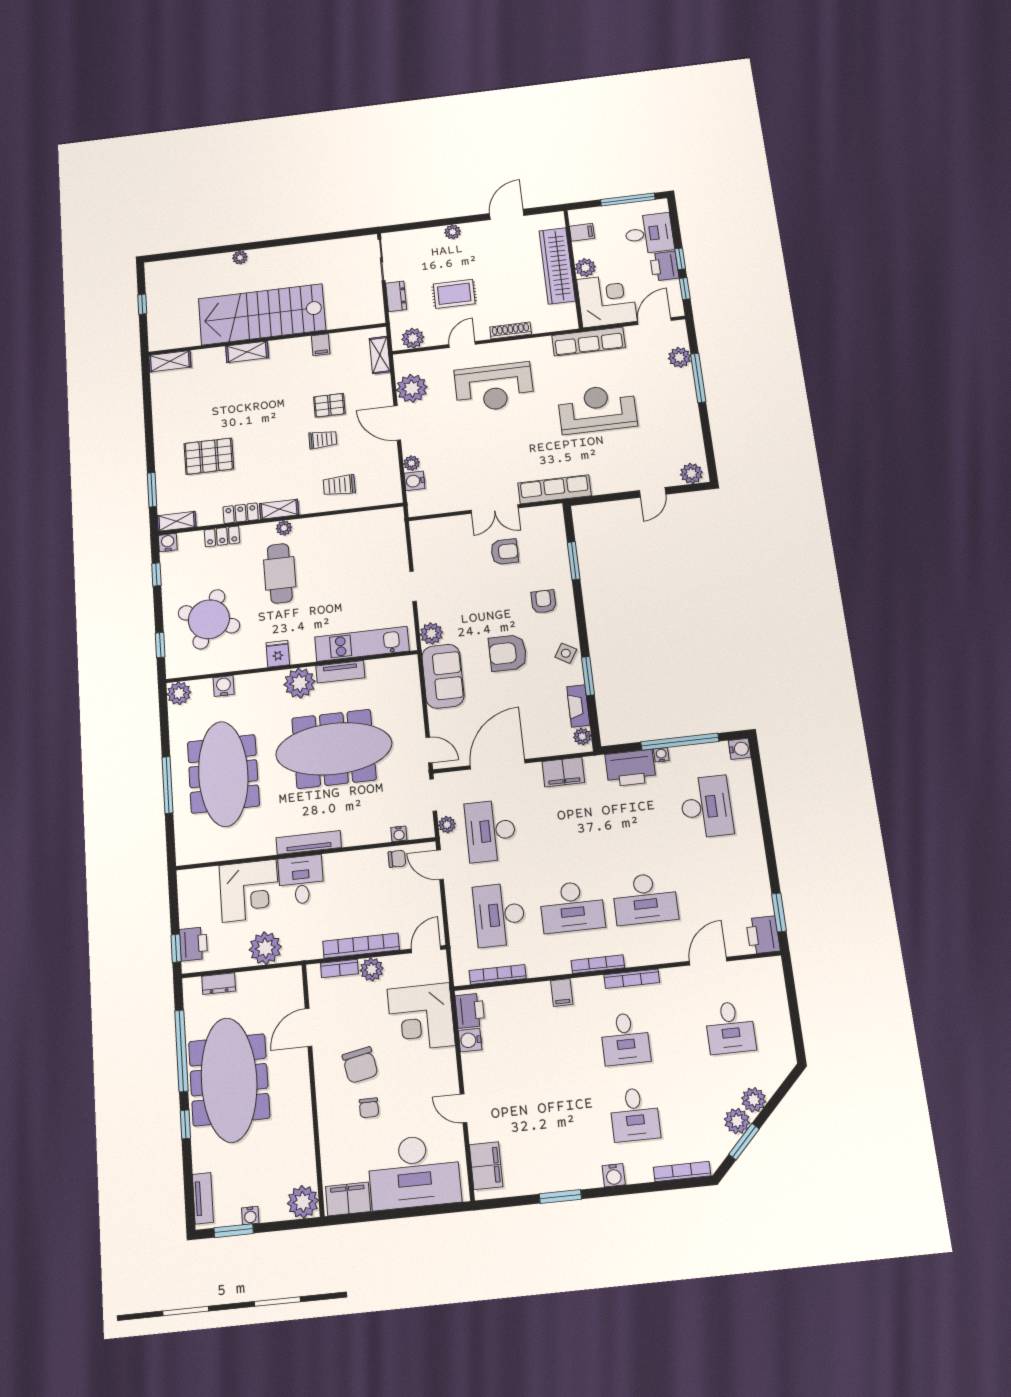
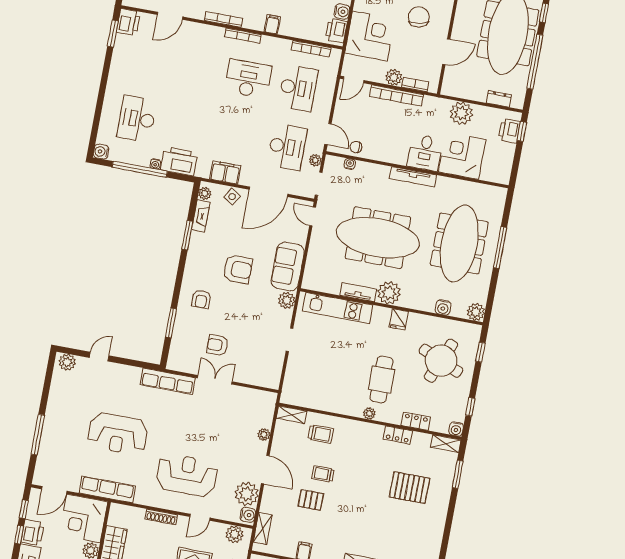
plant: (679, 357) -> (46, 455), removed
water cooler: (415, 481) -> (248, 515), moved
shelving: (279, 509) -> (292, 415), moved
side table: (566, 653) -> (232, 197), moved
desk: (645, 899) -> (198, 69), removed

